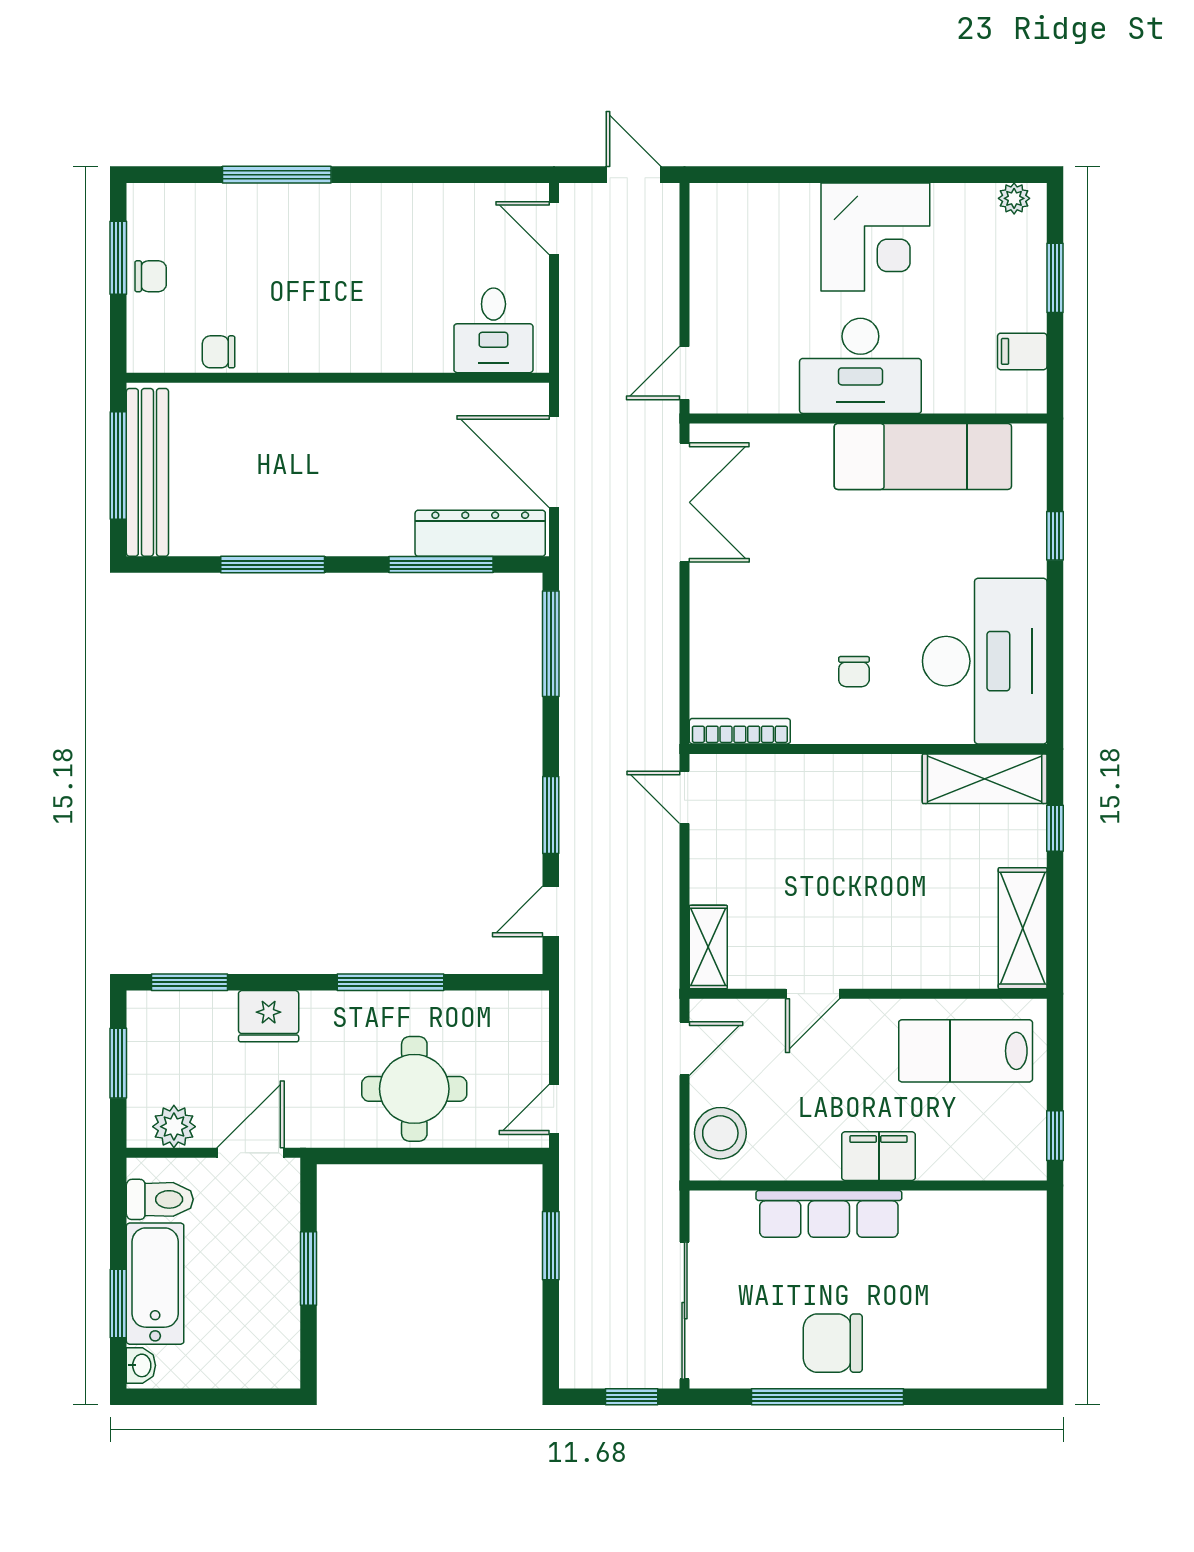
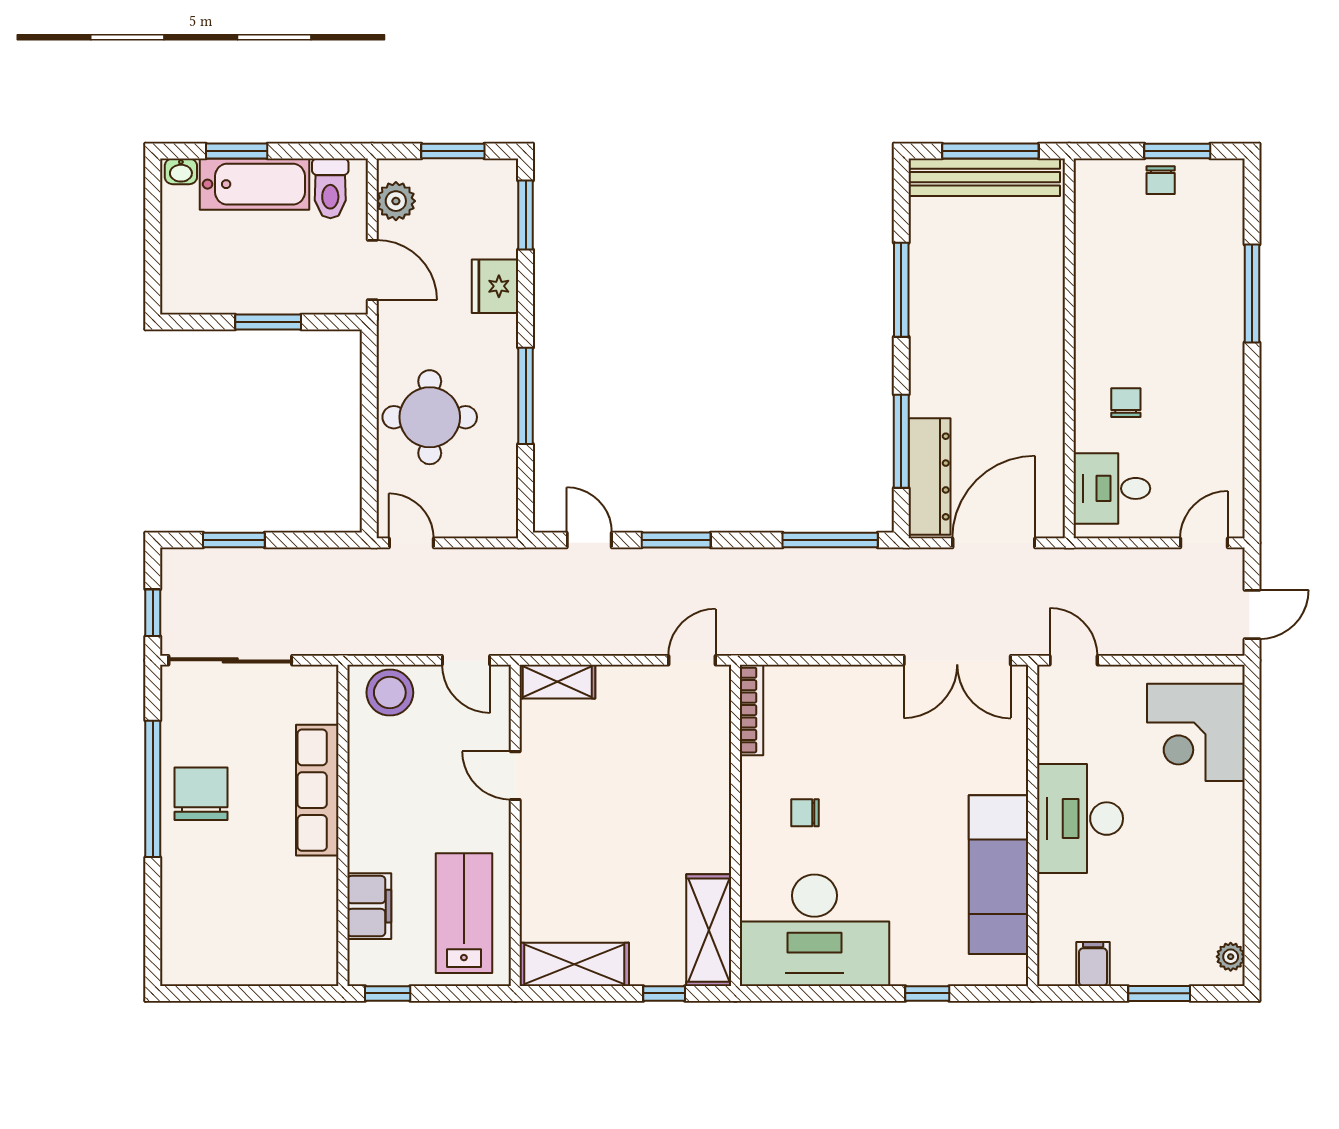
corner desk: (875, 237) -> (1196, 732), moved
chair: (219, 352) -> (1126, 403), moved
filing cabinet: (879, 1156) -> (369, 906), moved
window: (551, 1246) -> (234, 540), moved

